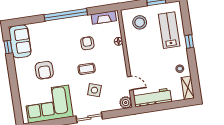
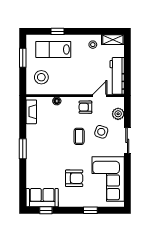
window: (66, 15) -> (23, 149), width x0.47
window: (189, 42) -> (57, 31), moved
armchair: (87, 43) -> (85, 107), moved
window: (15, 91) -> (90, 210), added
plant: (126, 103) -> (118, 114), moved

